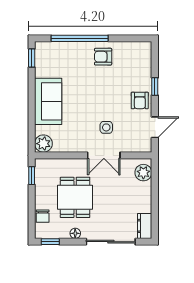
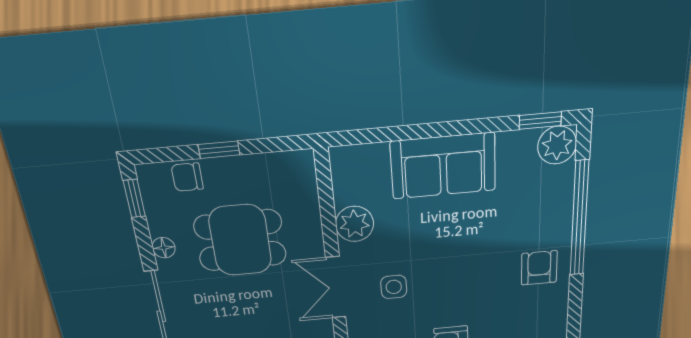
plant: (43, 50) -> (557, 145), added
plant: (43, 144) -> (355, 224), moved
window: (32, 176) -> (219, 150), moved

